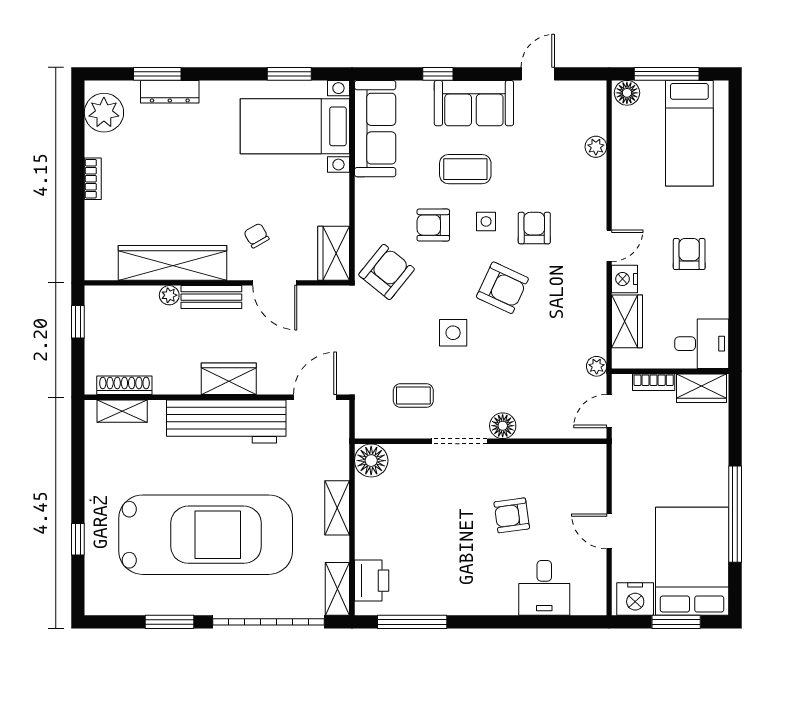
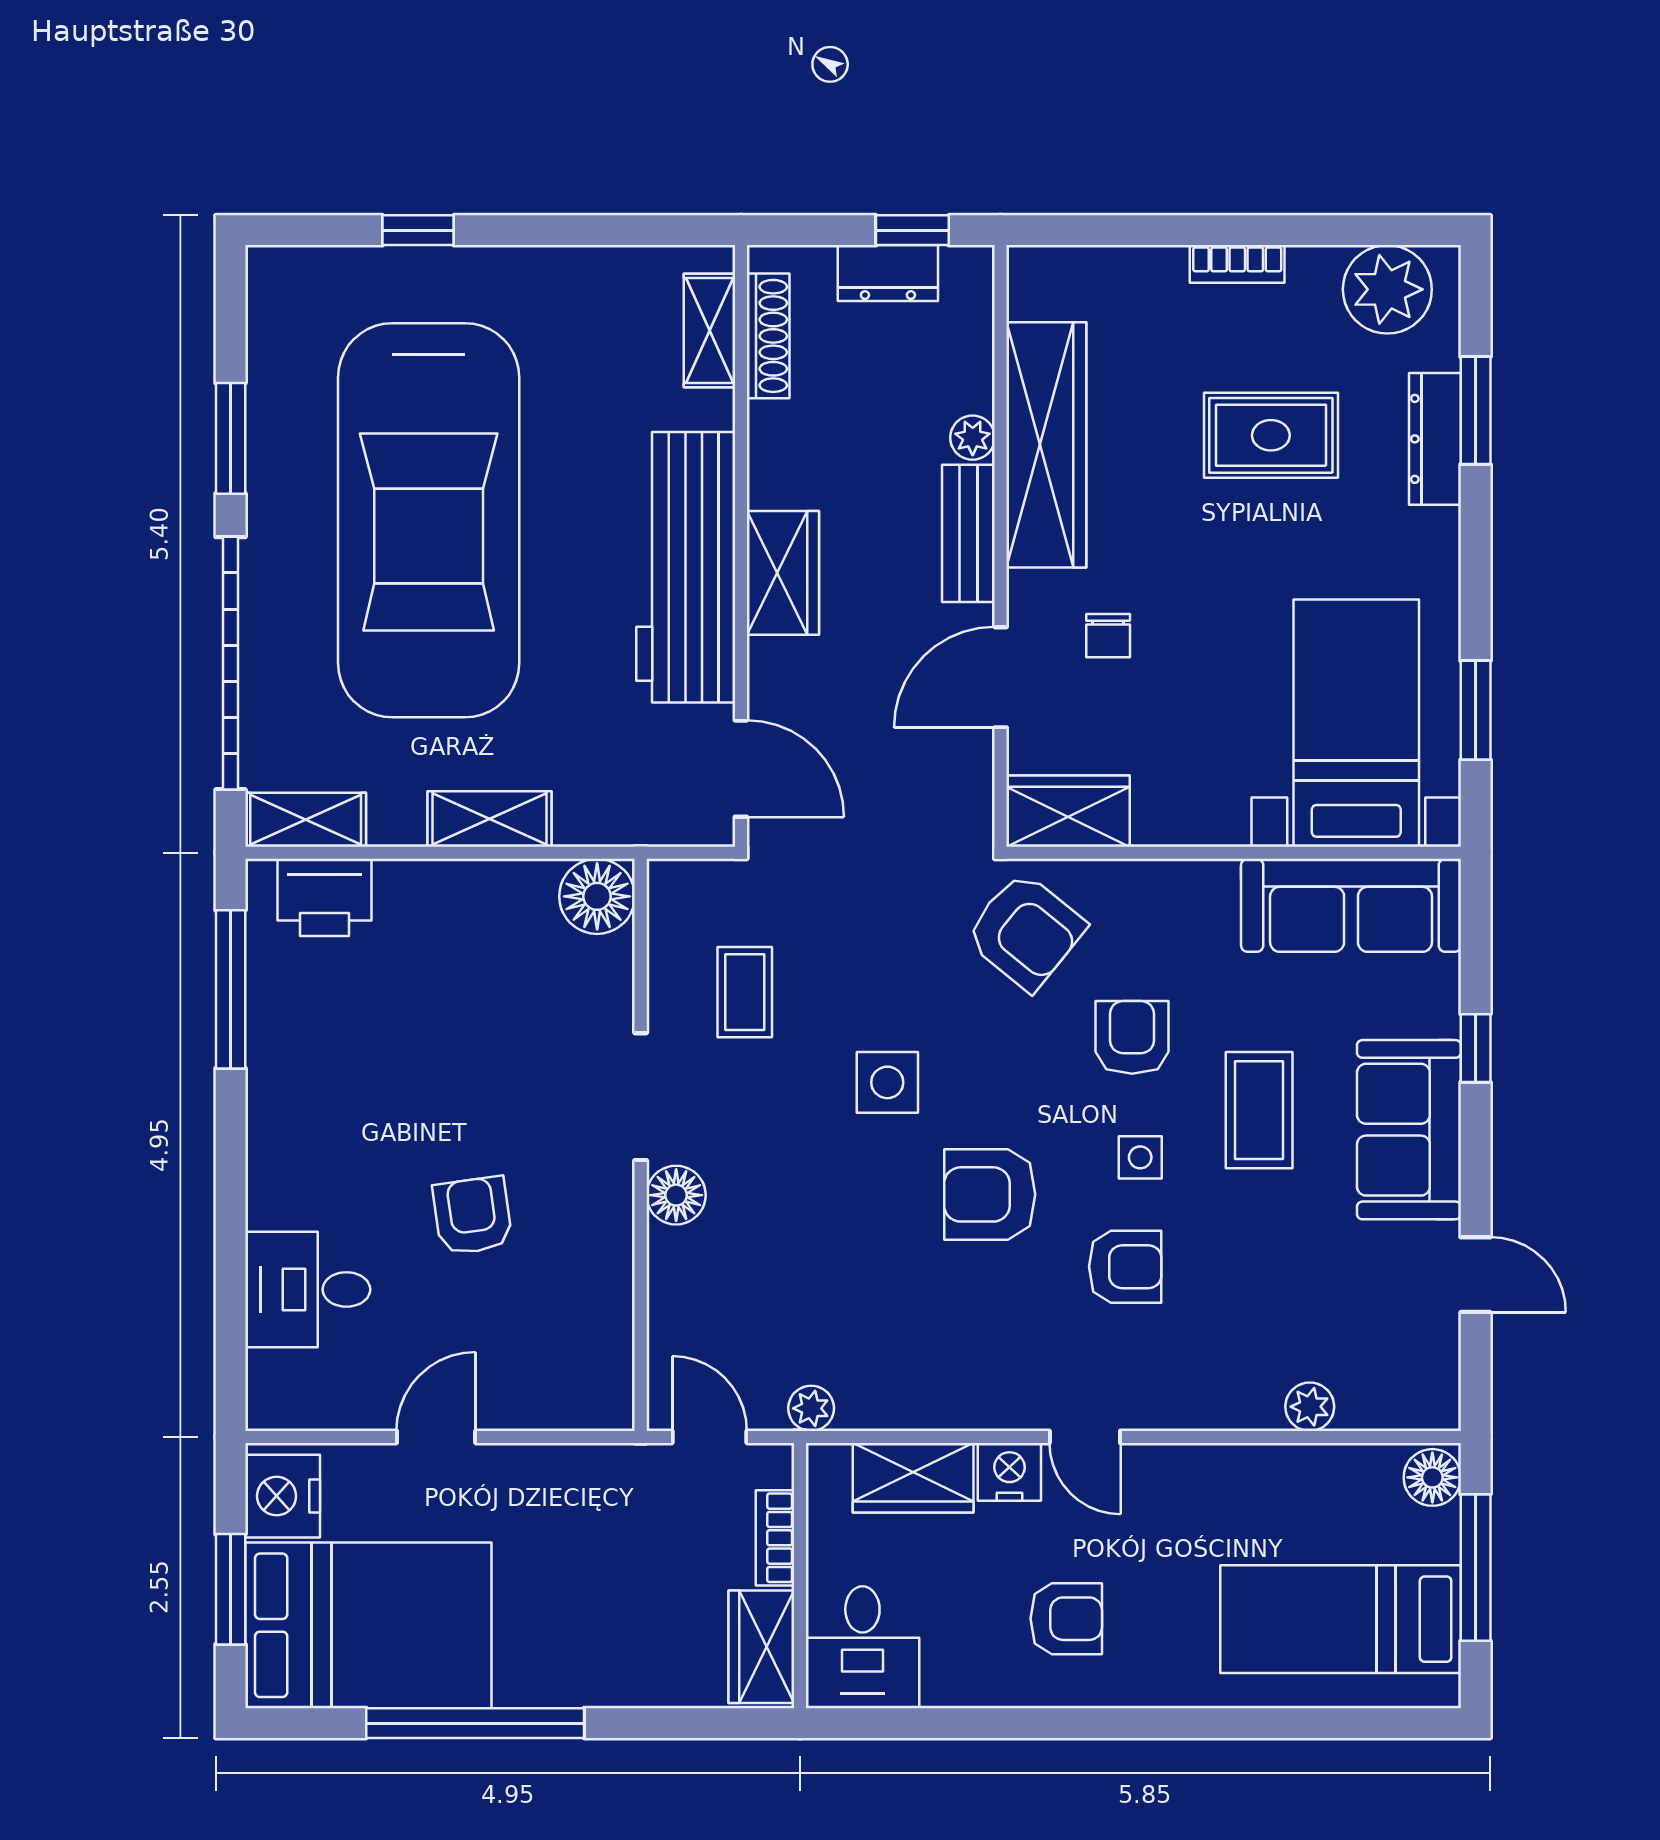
rug: (168, 164) -> (1271, 435), added
chair: (256, 236) -> (1108, 636), turned 120
armchair: (502, 288) -> (990, 1194), turned 65
dresser: (97, 332) -> (888, 273), added

